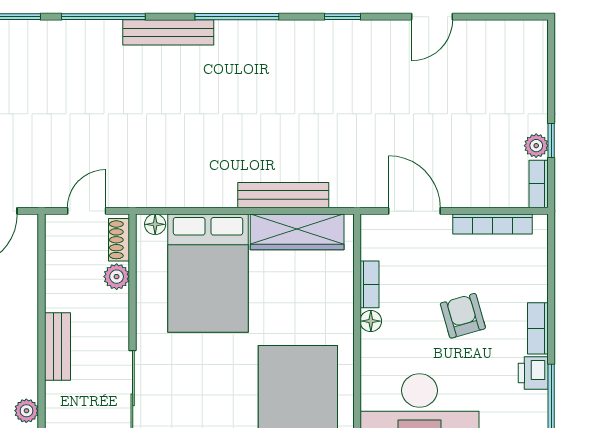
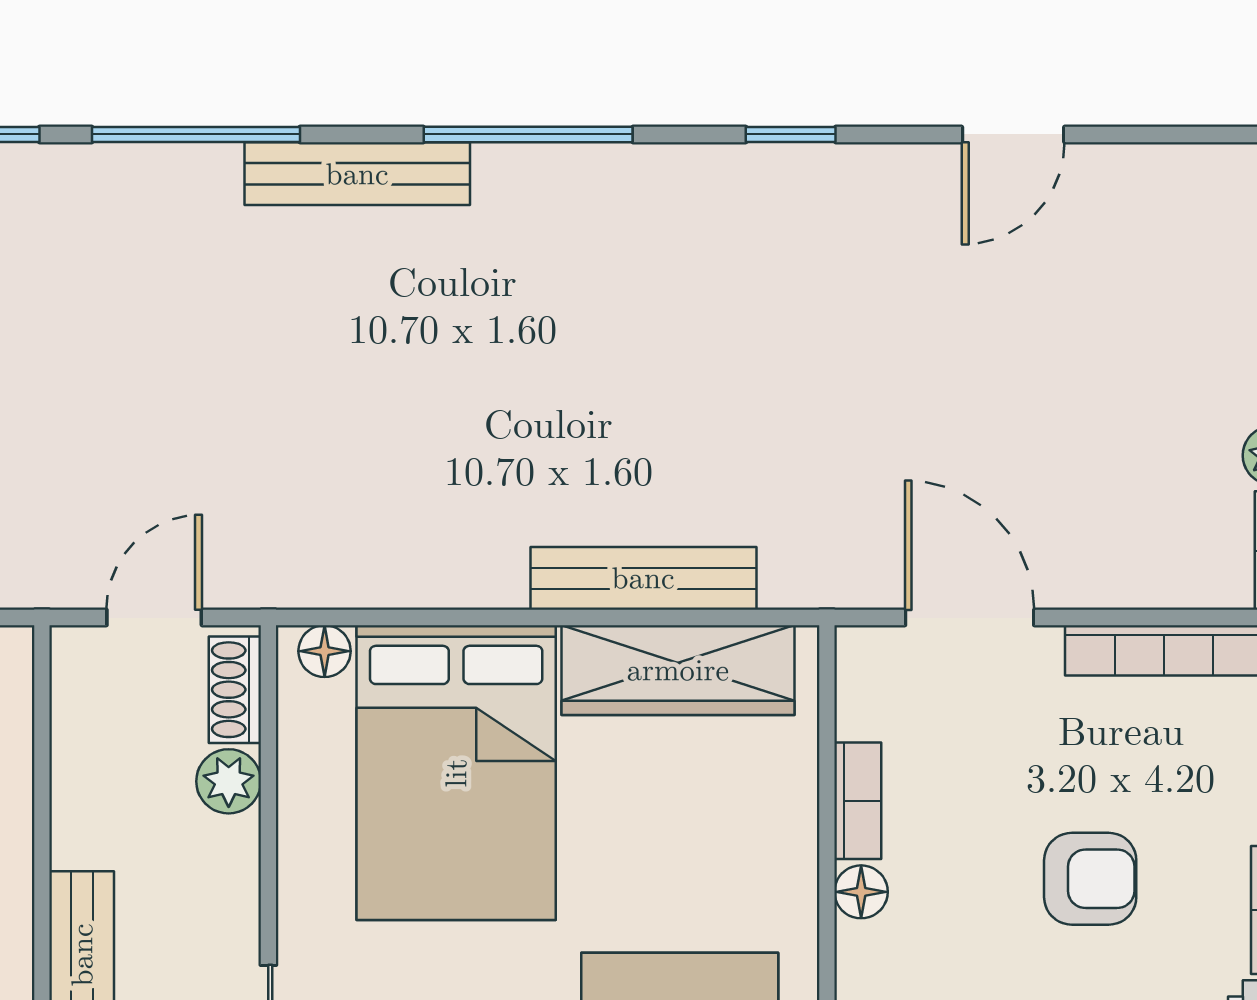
armchair: (463, 316) -> (1090, 879), turned 106

